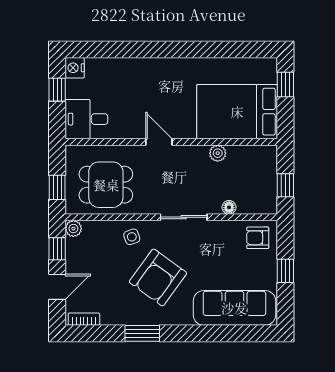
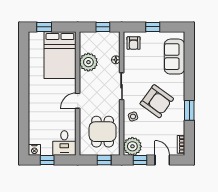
plant: (218, 153) -> (88, 62), width x1.87, depth x1.87
plant: (73, 229) -> (132, 146), width x1.88, depth x1.88
sofa: (234, 308) -> (174, 57), width x0.73

